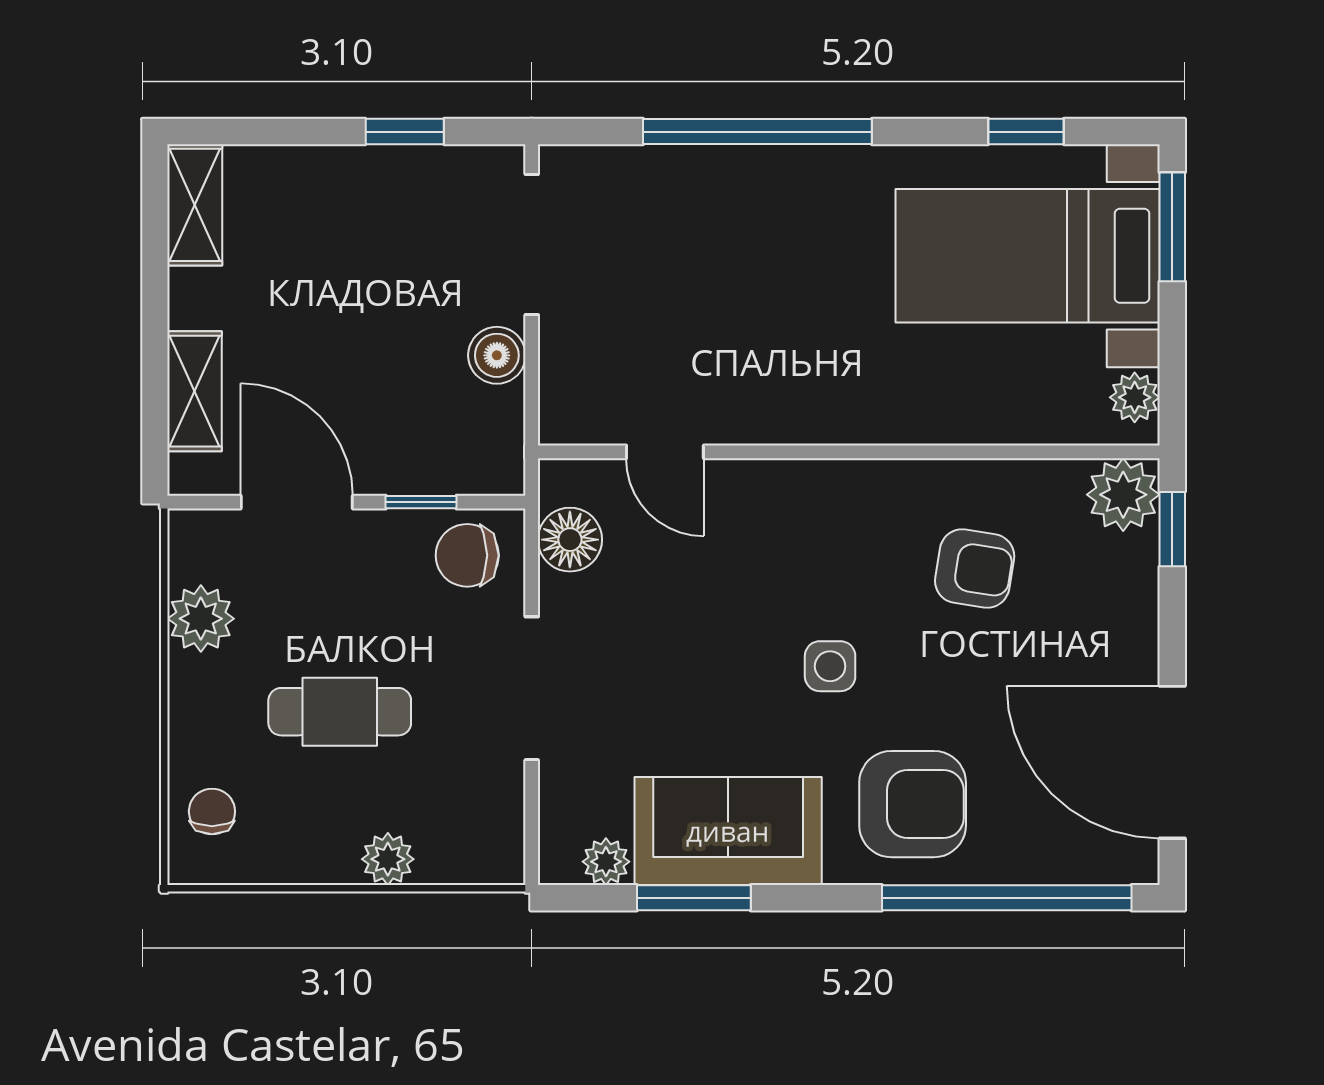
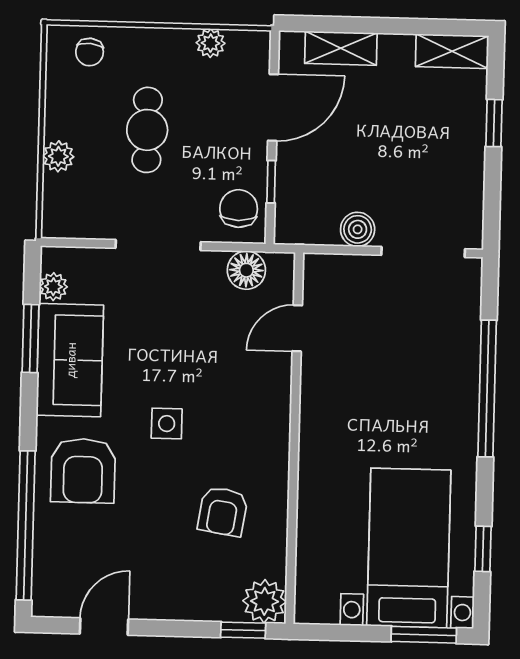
window: (405, 132) -> (494, 123), moved
plant: (1135, 397) -> (322, 610), removed
plant: (201, 619) -> (211, 43), width x0.73, depth x0.73
door: (1172, 762) -> (104, 626), width x0.53
chair: (212, 811) -> (90, 52), turned 95

